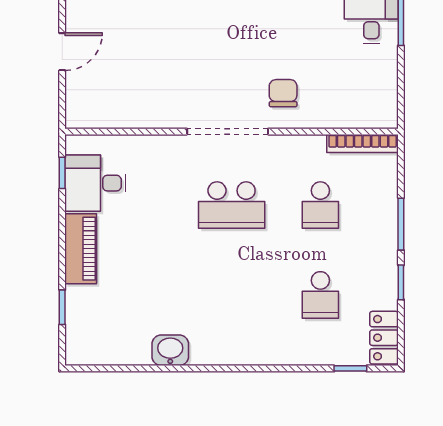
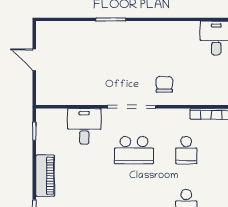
door: (62, 52) -> (34, 60), swing flipped
desk: (95, 183) -> (84, 126), moved, turned 90

